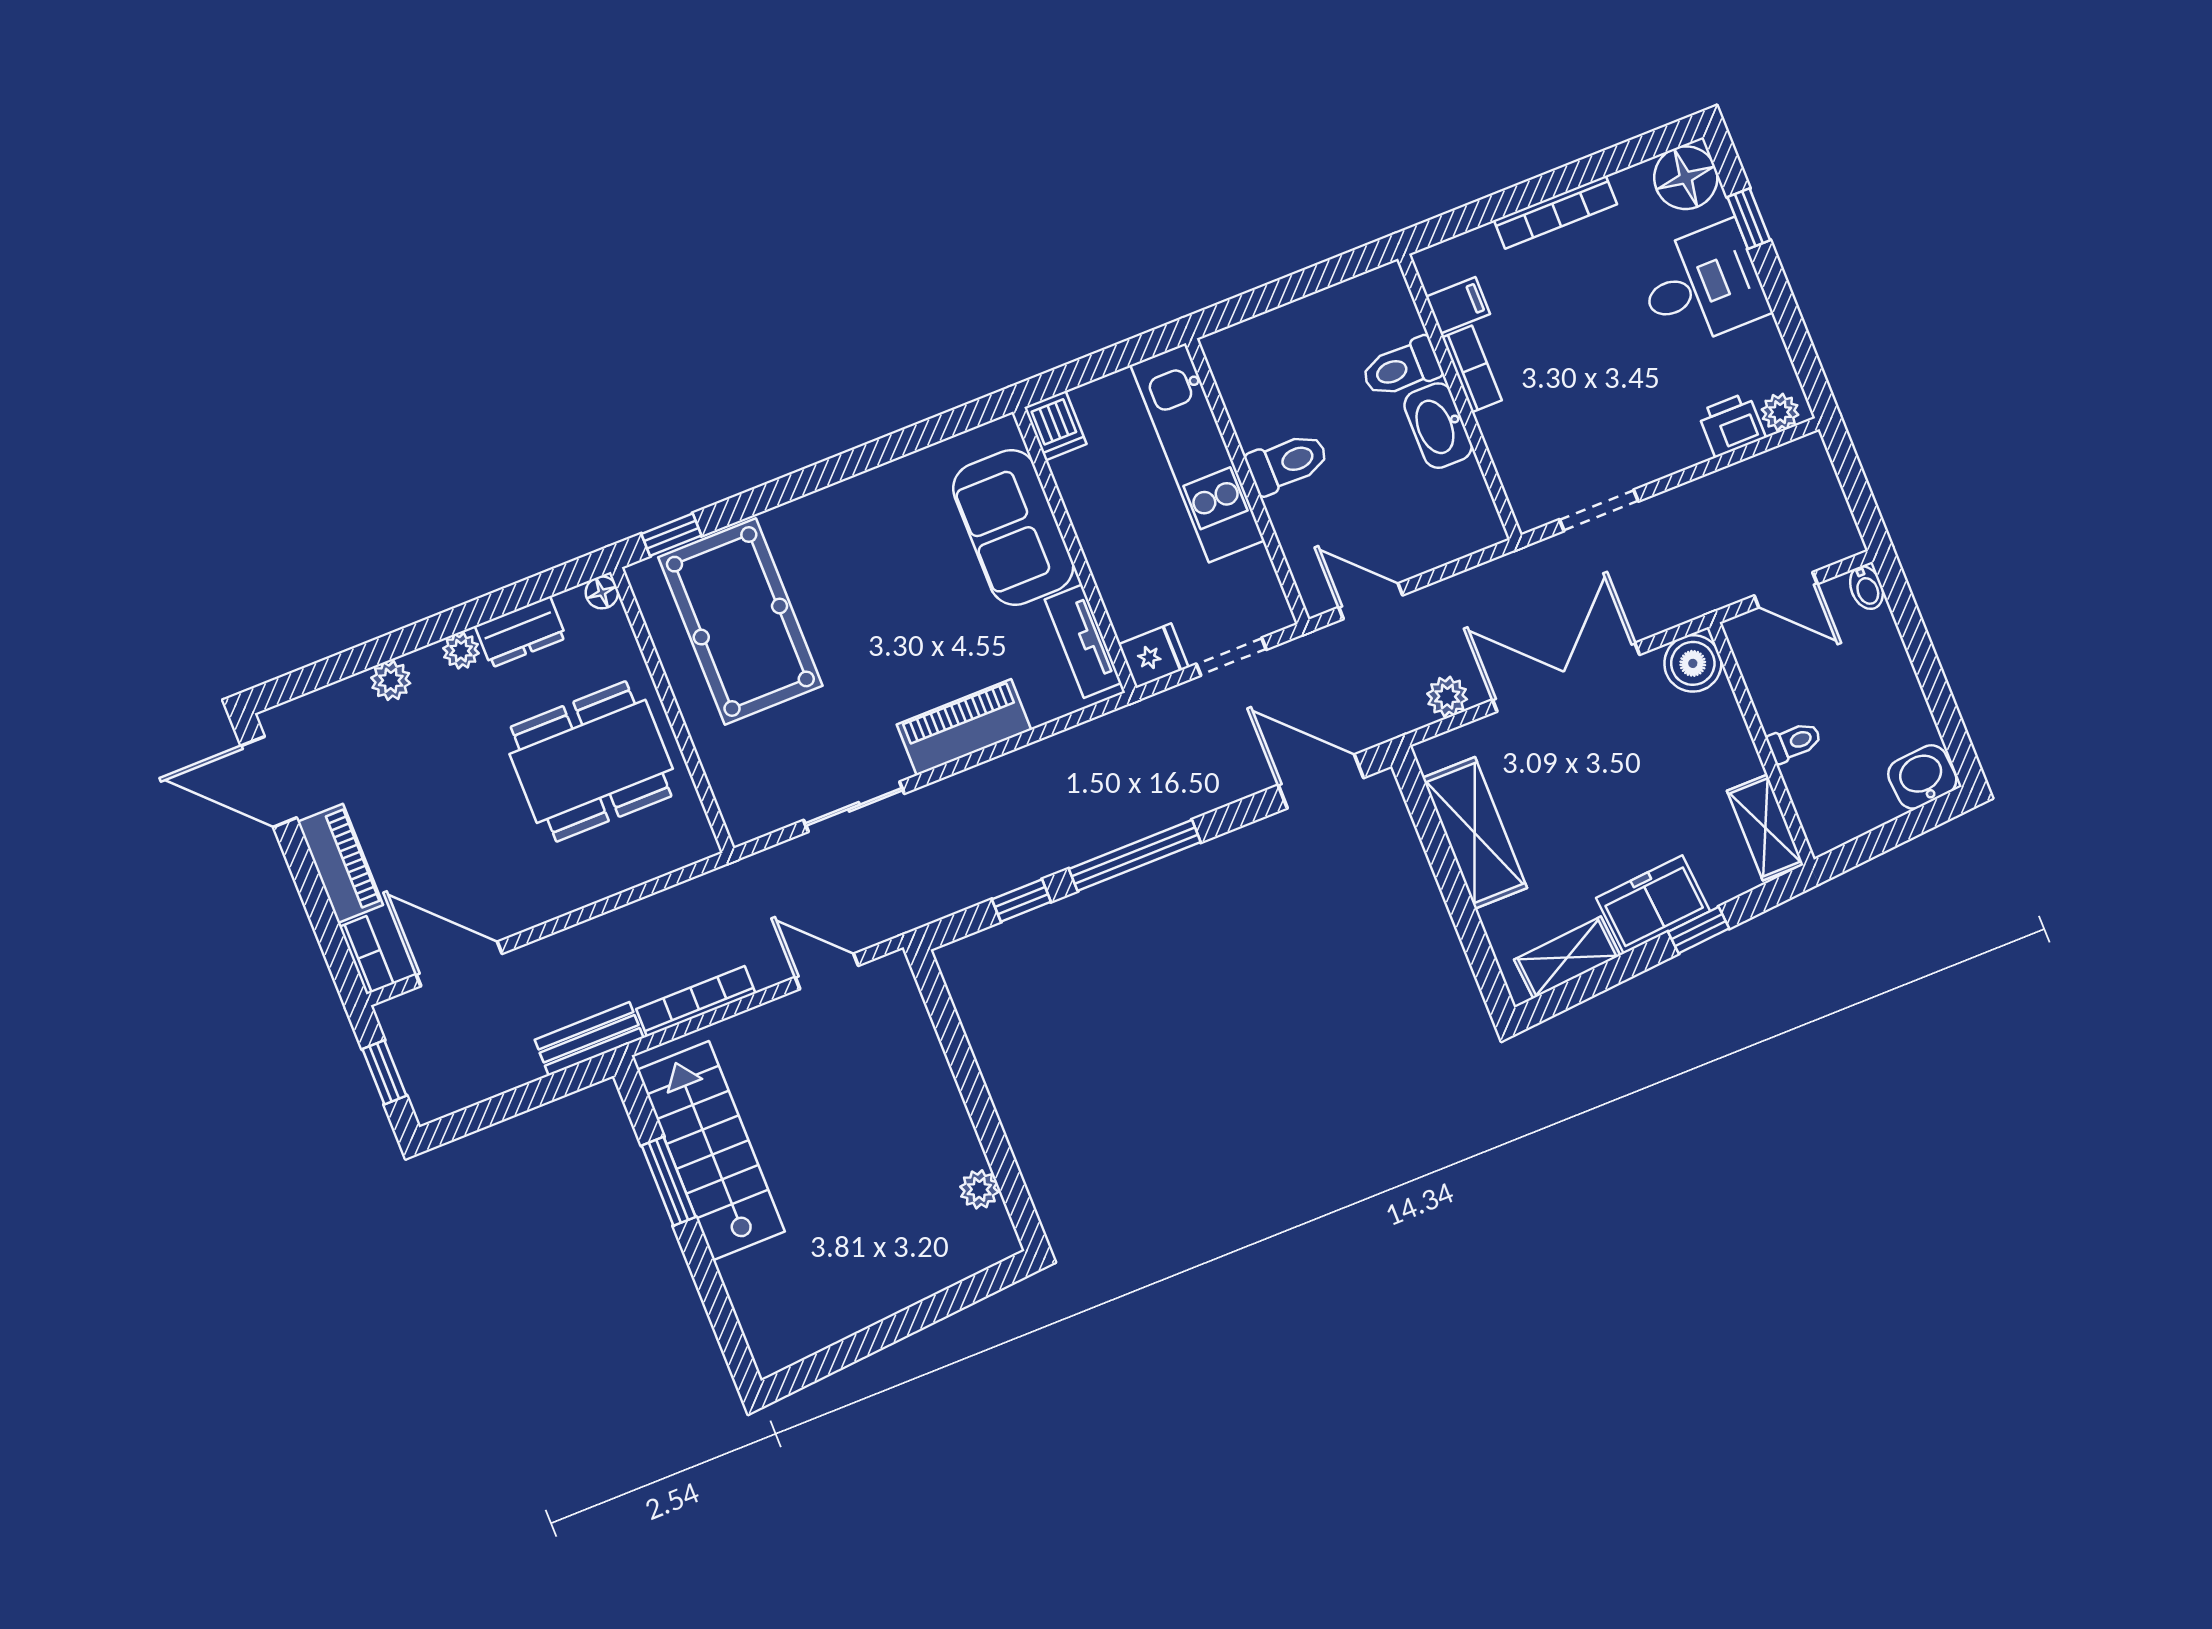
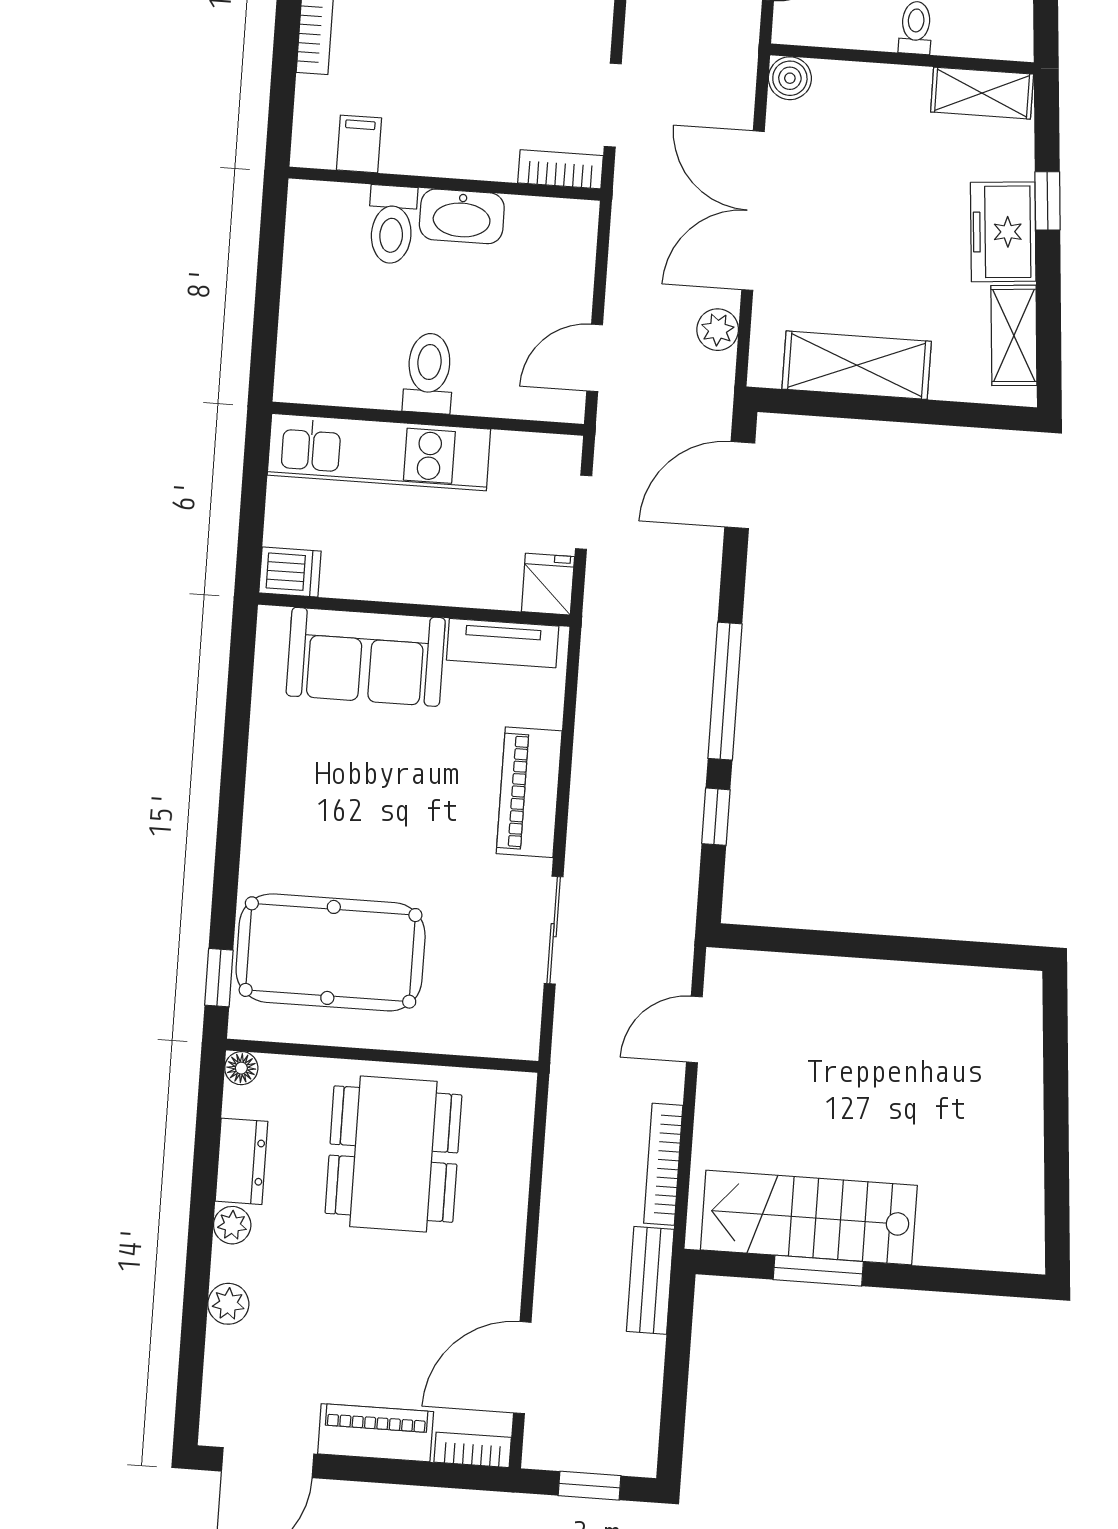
bookcase: (1472, 369) -> (560, 169), moved
boiler: (1693, 663) -> (790, 78), width x0.73, depth x0.73
plant: (979, 1189) -> (965, 986), removed

